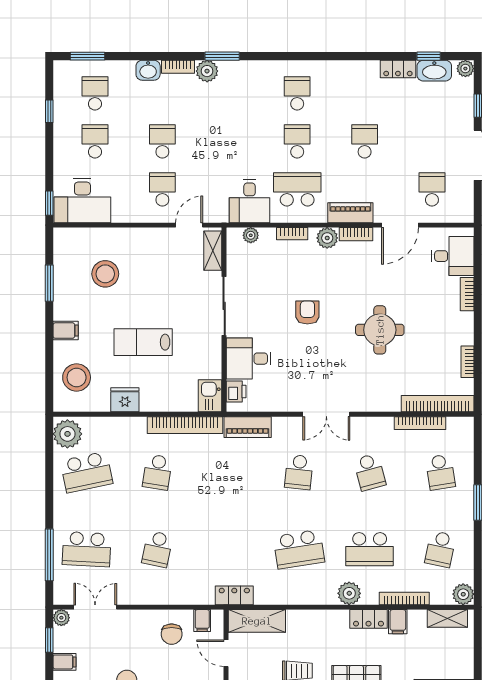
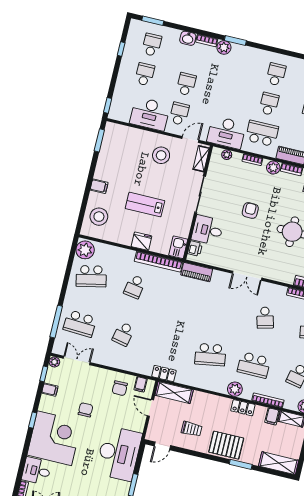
desk: (82, 201) -> (150, 114), moved
desk: (250, 201) -> (226, 132), width x1.37
stool: (105, 274) -> (161, 155), moved
window: (49, 283) -> (99, 140), moved
fridge: (125, 400) -> (141, 241), moved
school desk: (299, 472) -> (222, 307), removed
filing cabinet: (398, 622) -> (272, 416), moved

